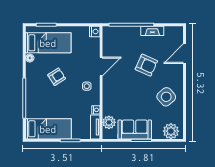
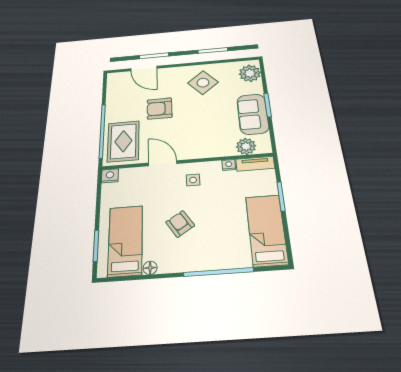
fireplace: (152, 31) -> (112, 106), removed
rug: (121, 40) -> (123, 141), added
armchair: (146, 65) -> (160, 109), turned -114

